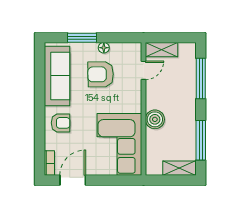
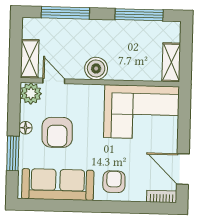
plant: (133, 51) -> (31, 93), added
boiler: (155, 119) -> (96, 68), moved
shelving: (179, 168) -> (171, 62), moved

